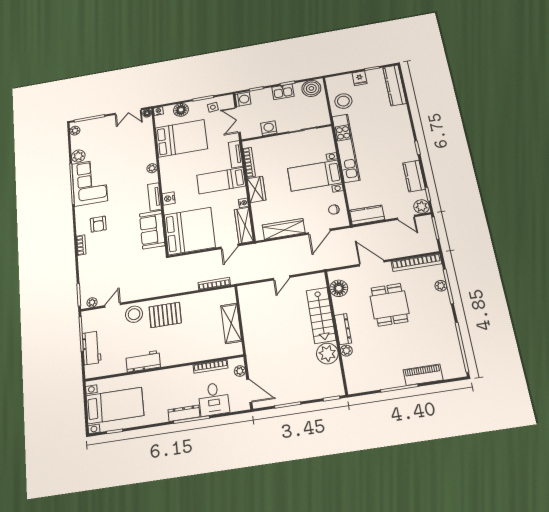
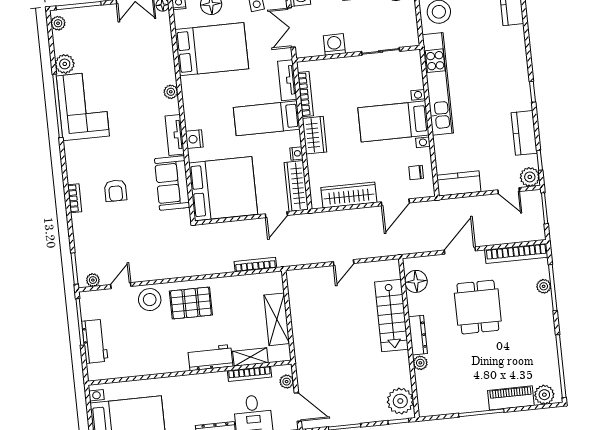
armchair: (98, 224) -> (115, 191), moved
door: (372, 263) -> (460, 251), hinge flipped
shelving: (211, 353) -> (250, 357), added
plant: (327, 353) -> (400, 401), moved
workbench: (143, 361) -> (210, 358), moved
plant: (451, 371) -> (544, 395), added

